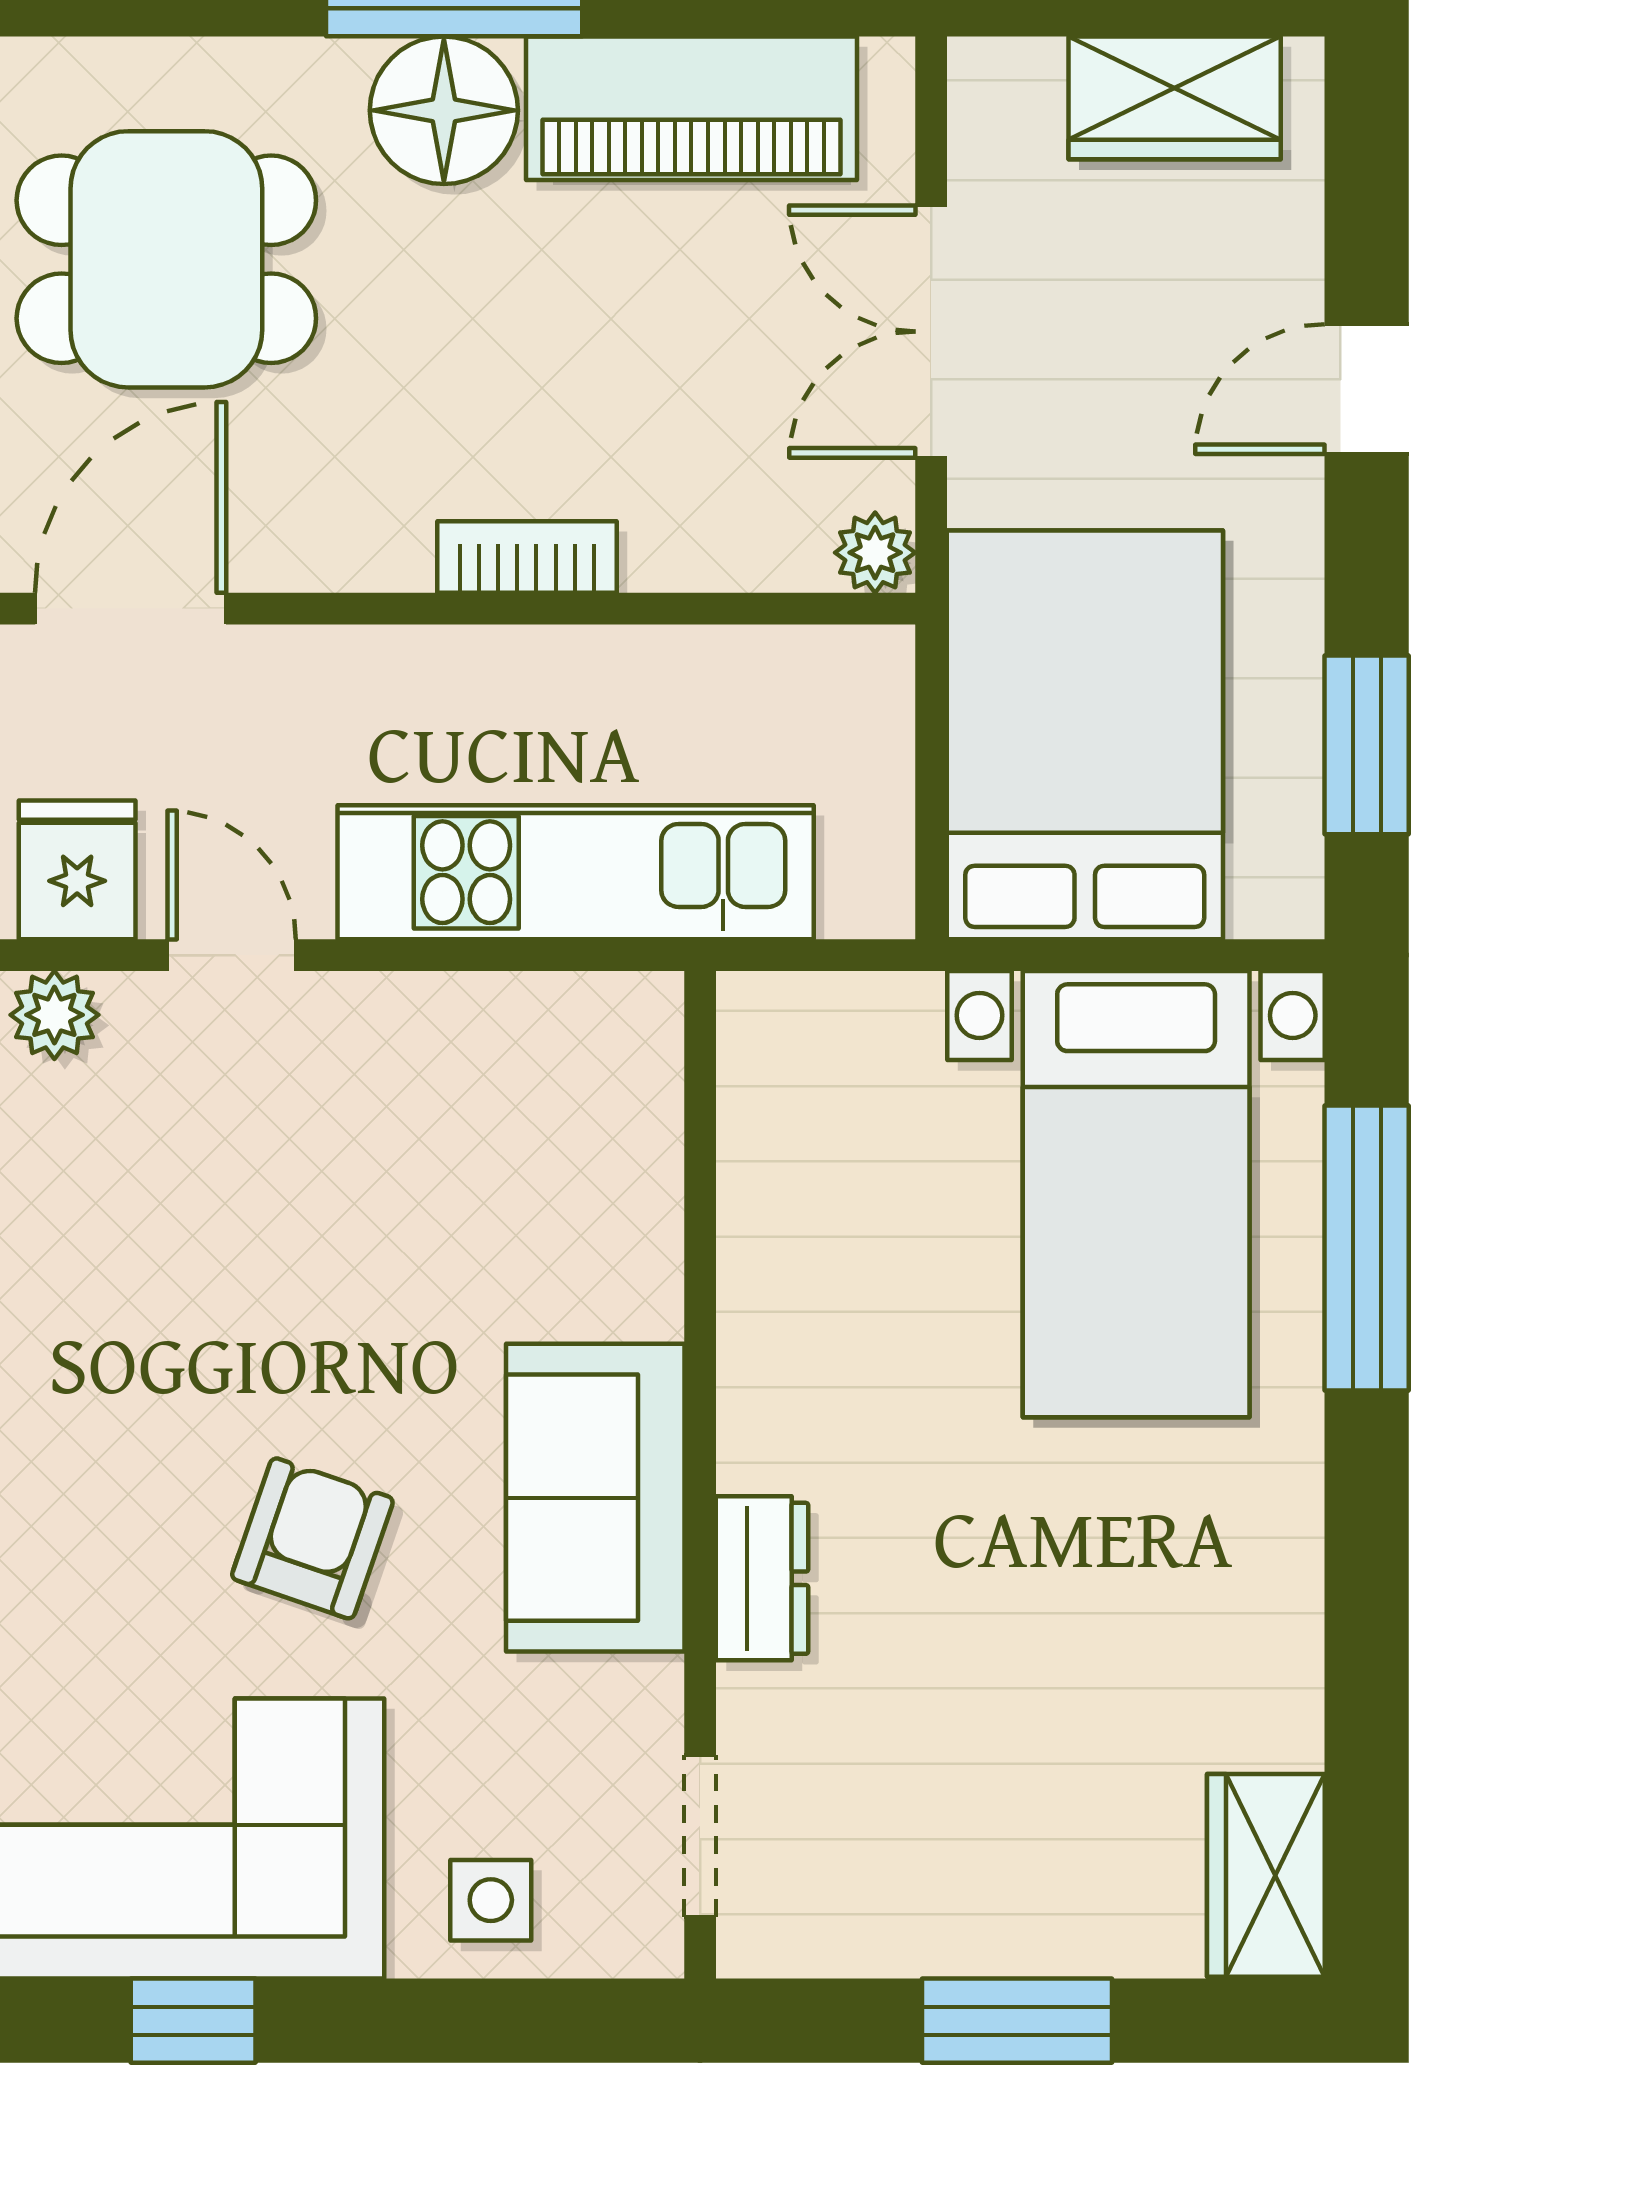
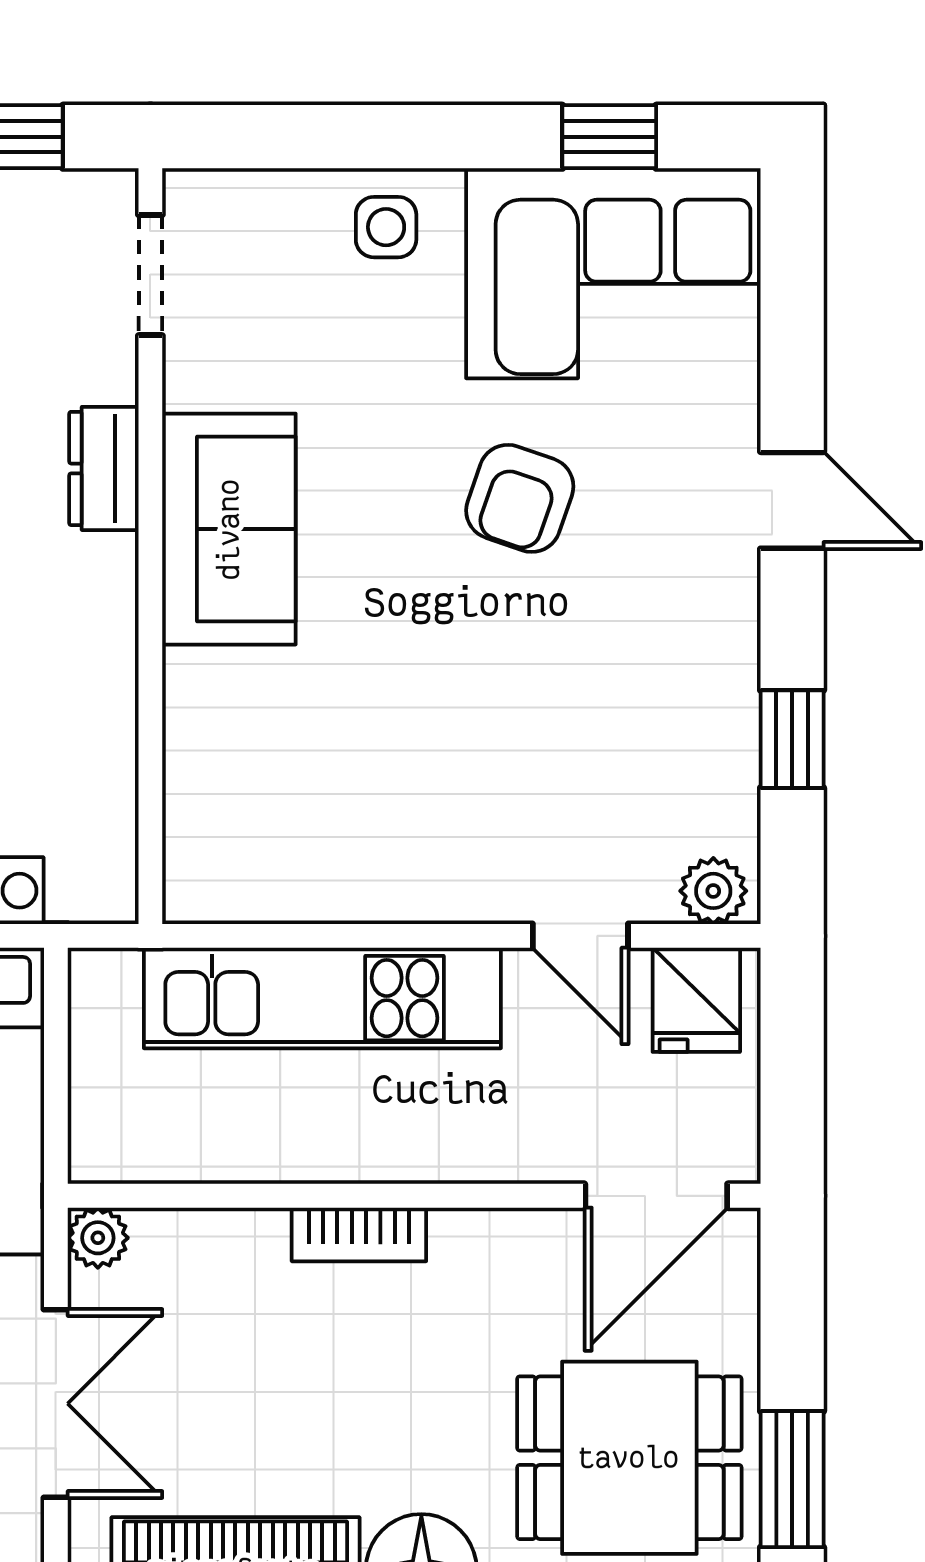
wall: (700, 1475) -> (150, 546), moved
sofa: (595, 1498) -> (229, 529), moved
dresser: (762, 1578) -> (104, 468), moved
doorway: (700, 1836) -> (150, 275), moved

